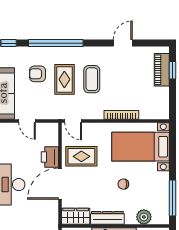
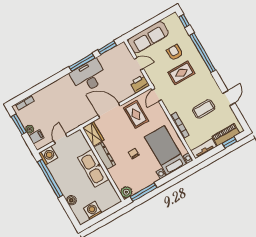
door: (123, 43) -> (229, 98), hinge flipped
coffee table: (92, 79) -> (204, 109), moved
tv unit: (163, 103) -> (204, 149), added
door: (27, 121) -> (139, 64), swing flipped
printer: (50, 157) -> (140, 84), moved
plant: (144, 217) -> (126, 192), moved

